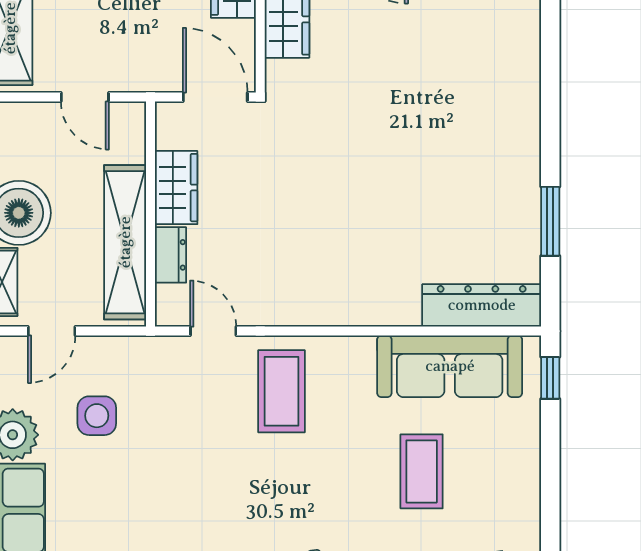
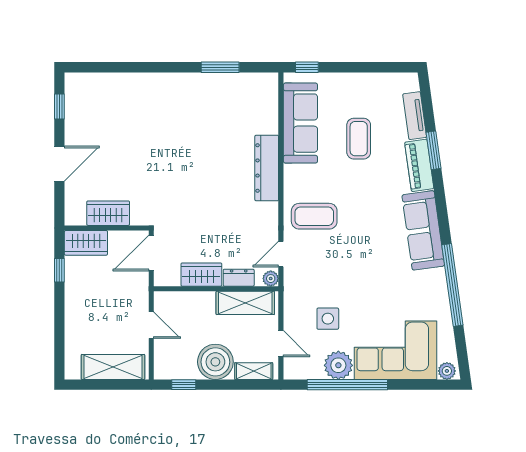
door: (85, 97) -> (151, 325), hinge flipped
shelving: (125, 242) -> (245, 303), width x0.68
dresser: (482, 305) -> (267, 168), moved
plant: (169, 313) -> (271, 279), added
coffee table: (422, 471) -> (359, 139), turned 90

